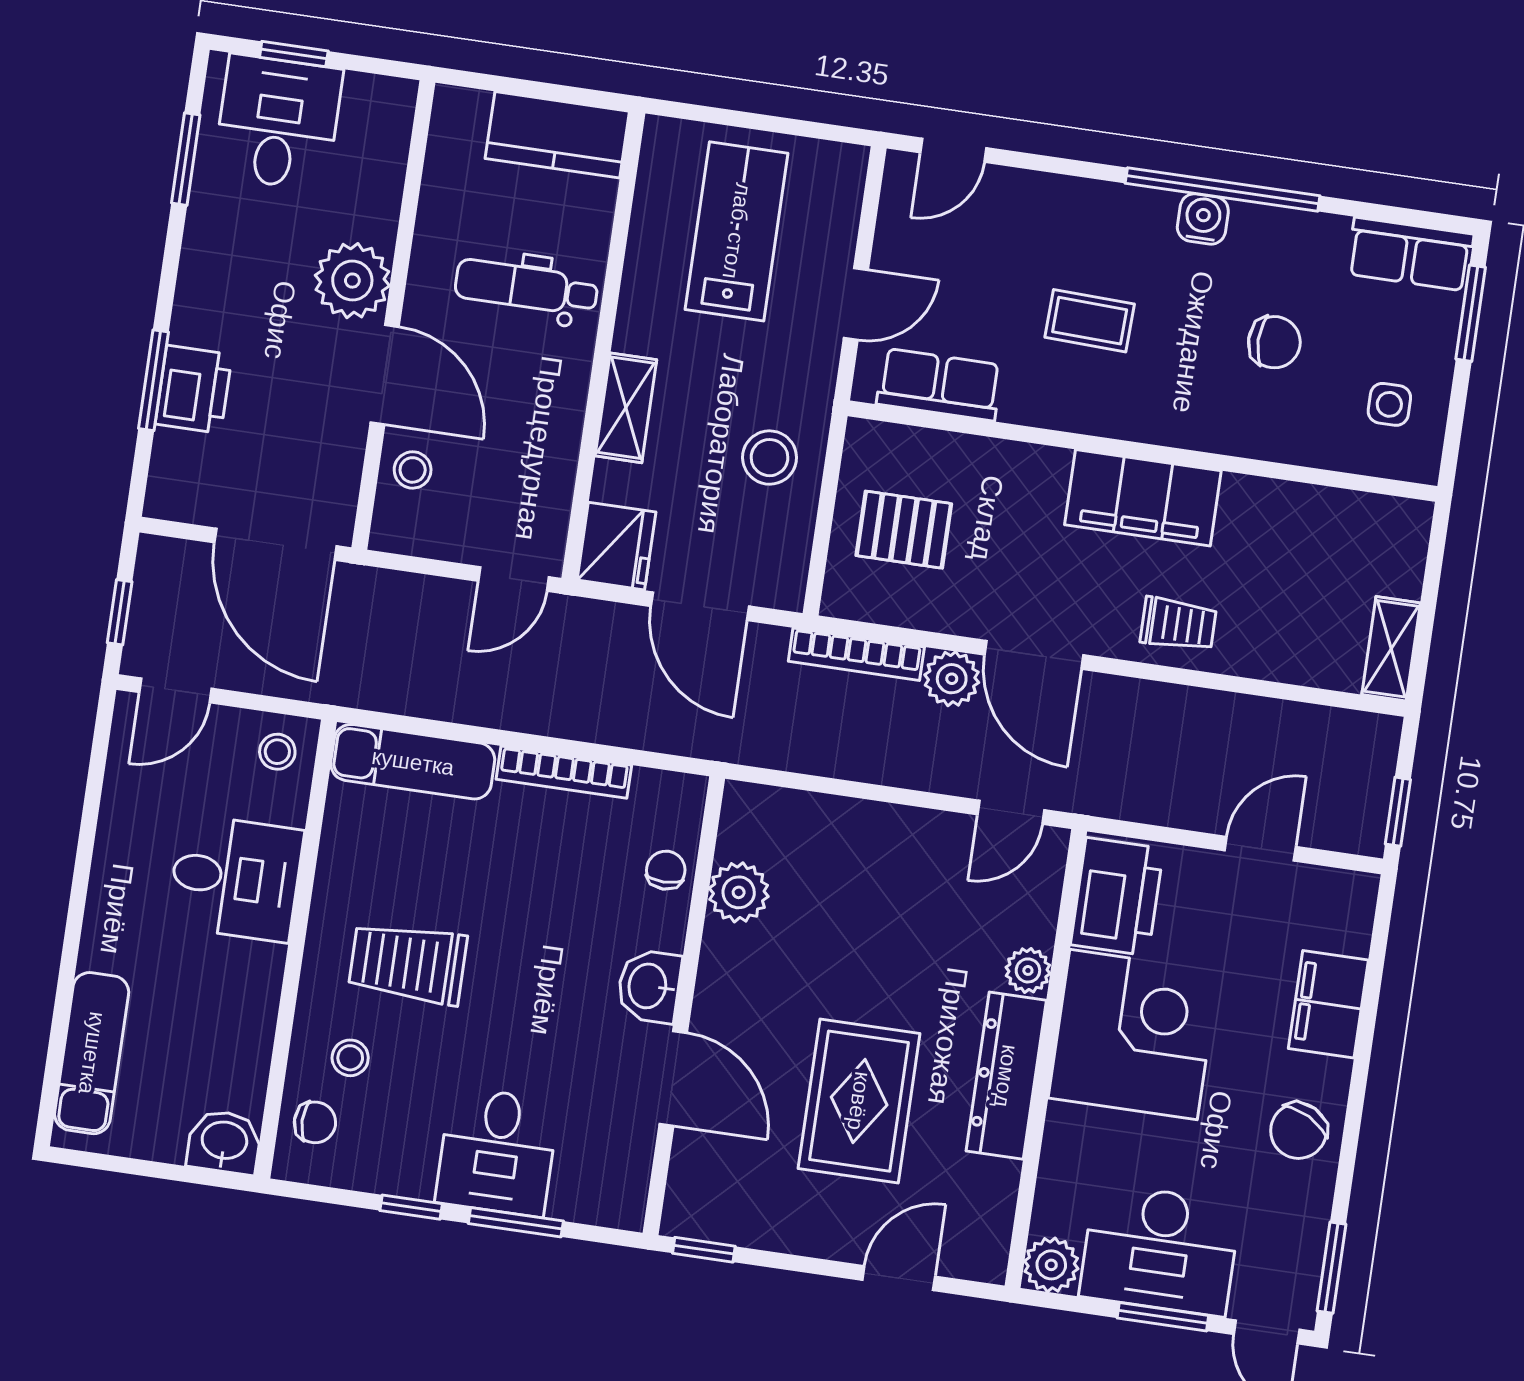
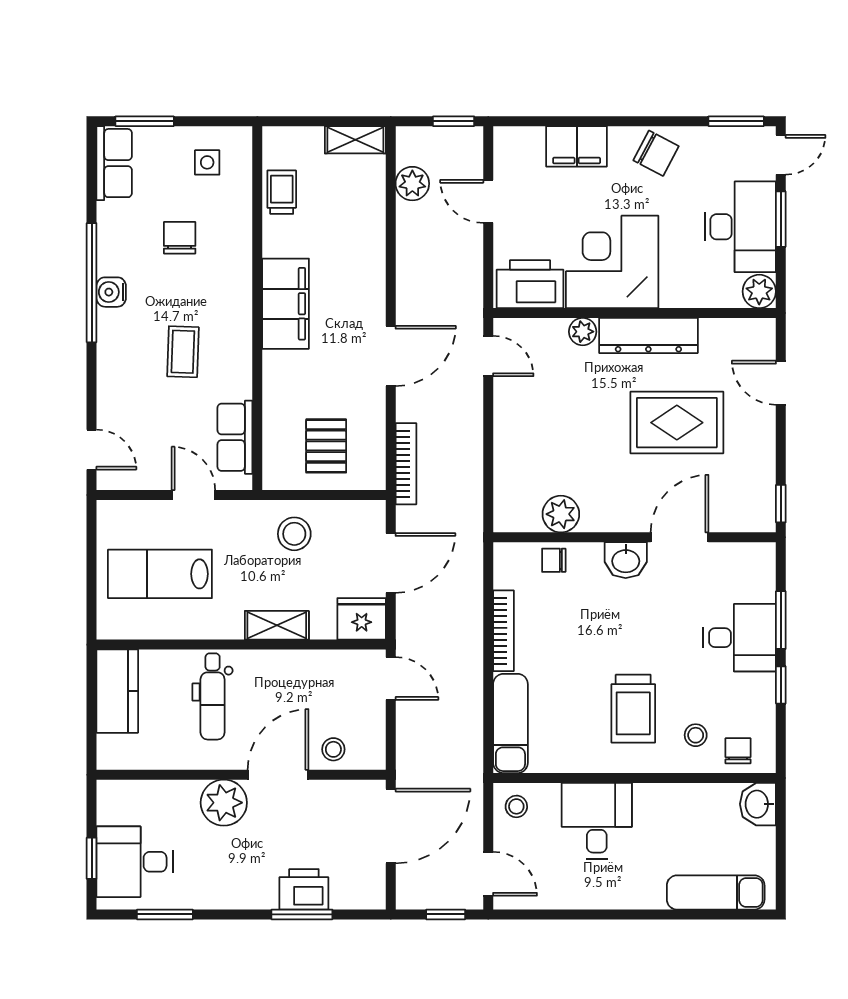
trolley: (1178, 624) -> (282, 192), moved
plant: (952, 679) -> (412, 184), moved

